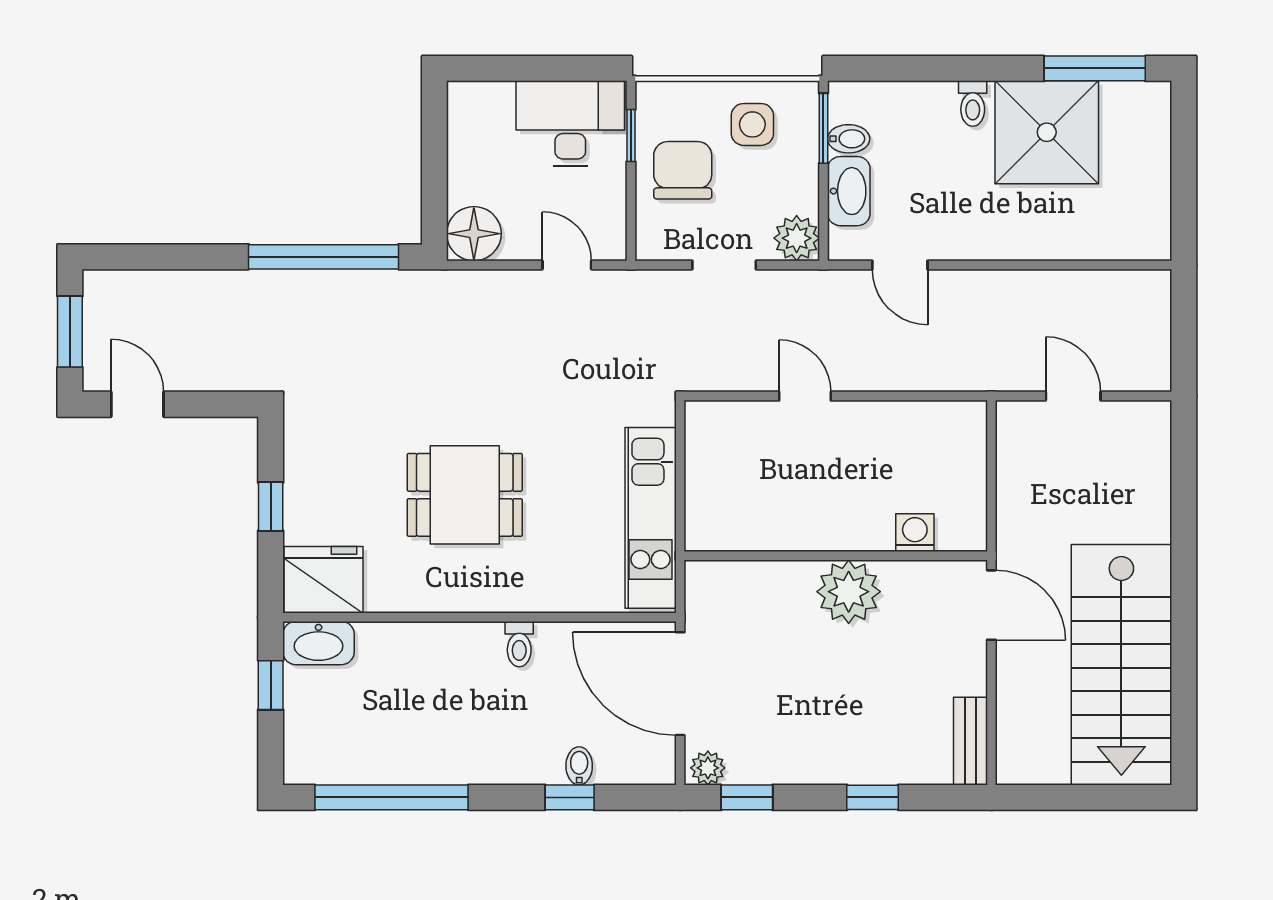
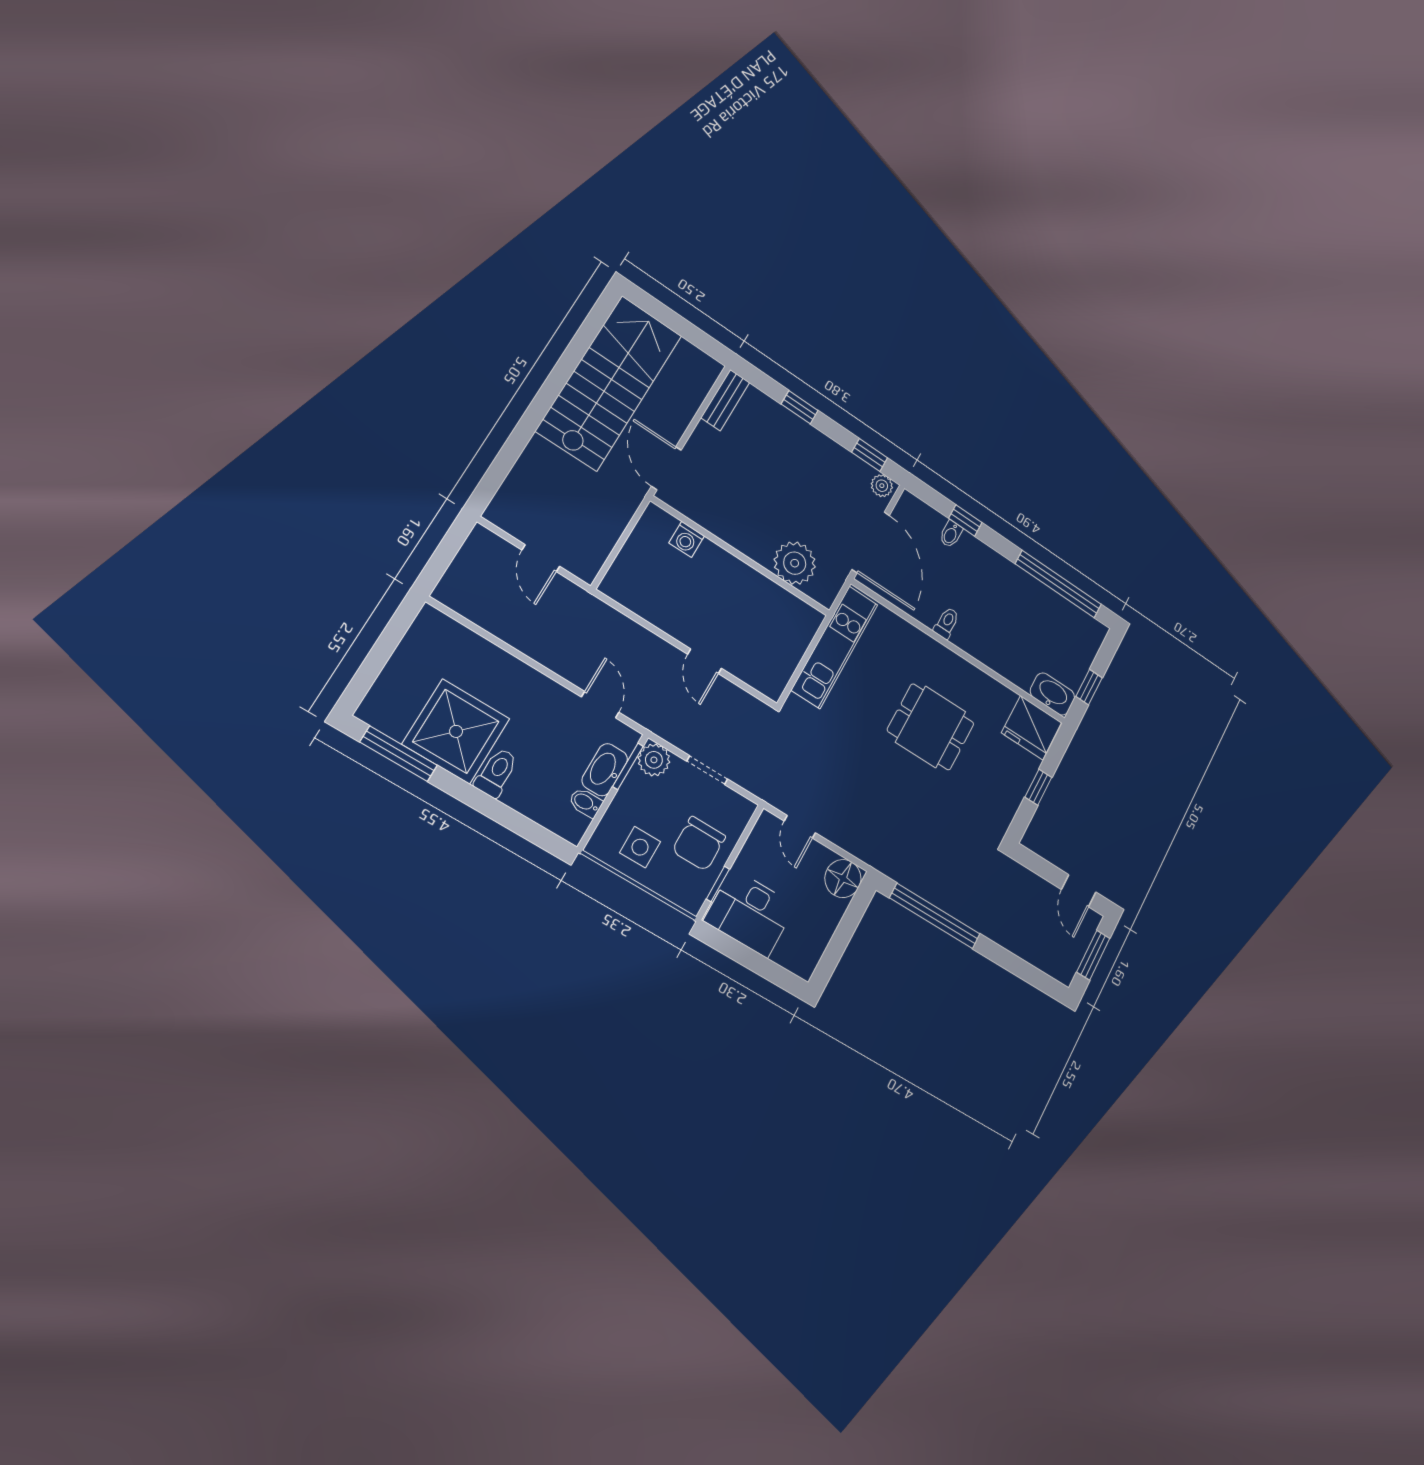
toilet: (973, 104) -> (496, 773), width x1.37, depth x1.39
window: (823, 128) -> (628, 766), moved
plant: (849, 592) -> (795, 563), moved

